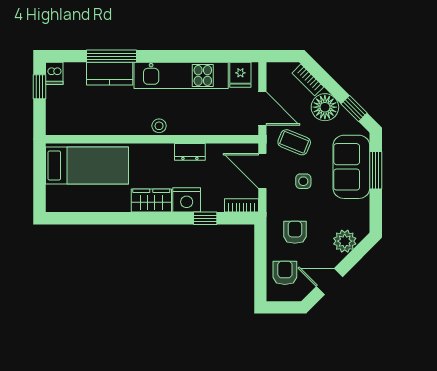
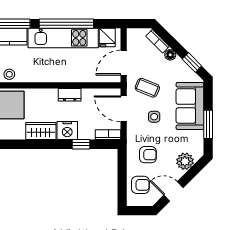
window: (185, 56) -> (66, 24), added
floor lamp: (325, 107) -> (170, 55), width x0.53, depth x0.53
door: (262, 109) -> (124, 63), swing flipped
stool: (159, 126) -> (9, 74), moved
window: (376, 170) -> (208, 124), moved
armchair: (295, 232) -> (148, 155), turned 90
armchair: (285, 273) -> (140, 185), turned 90

